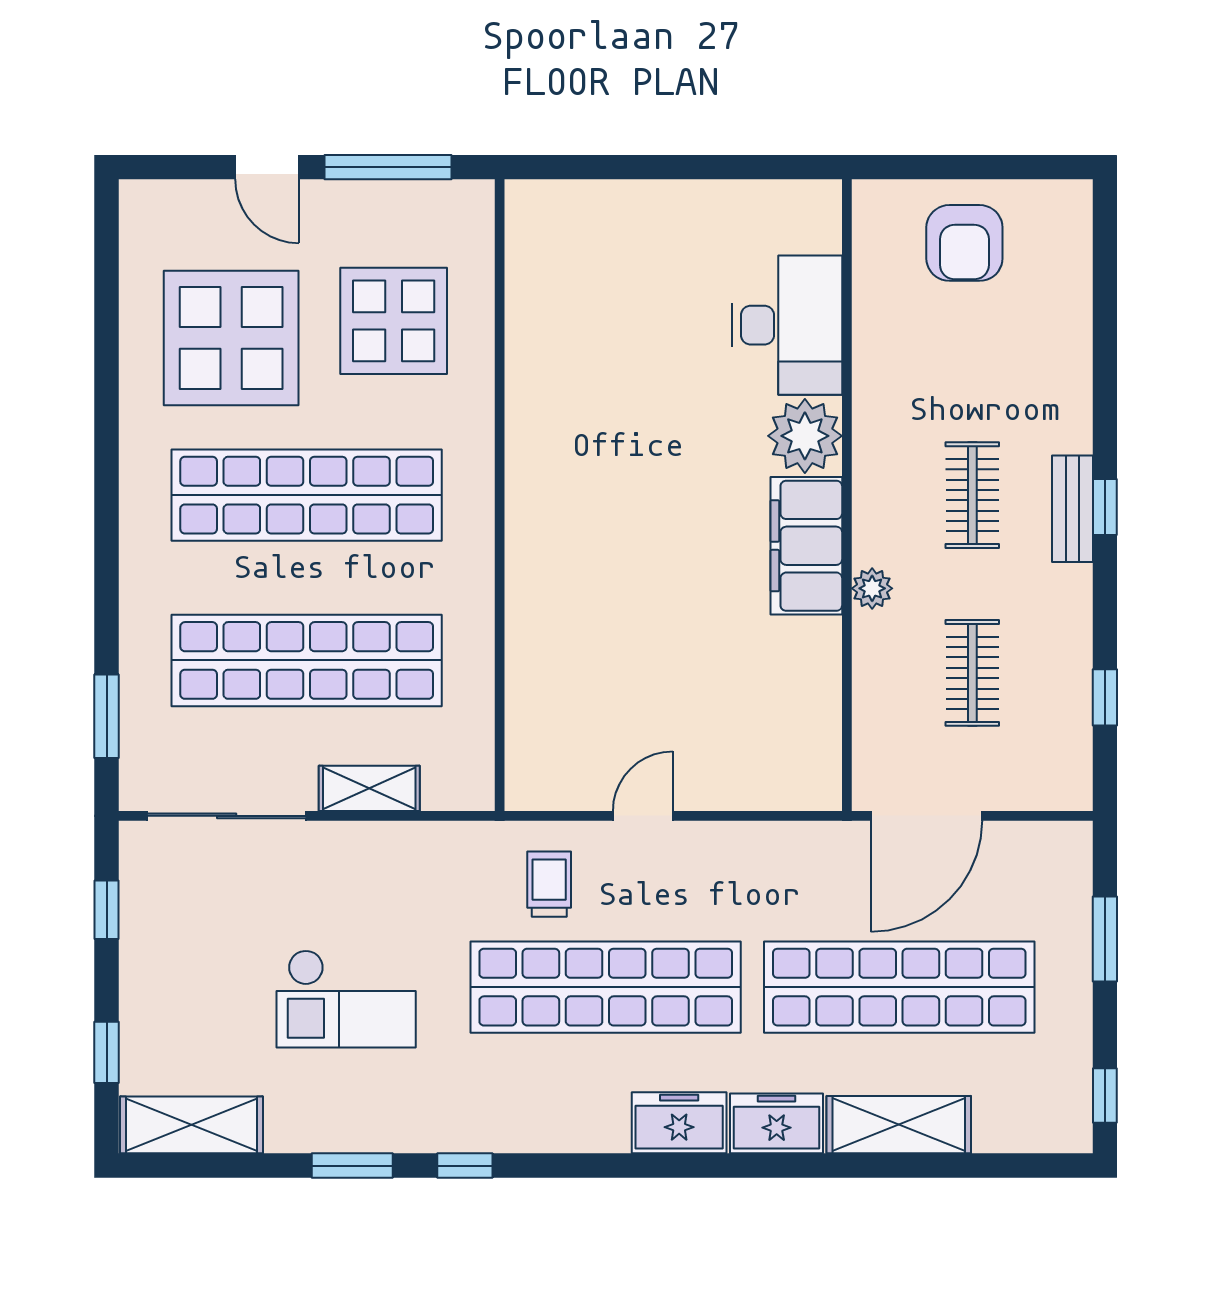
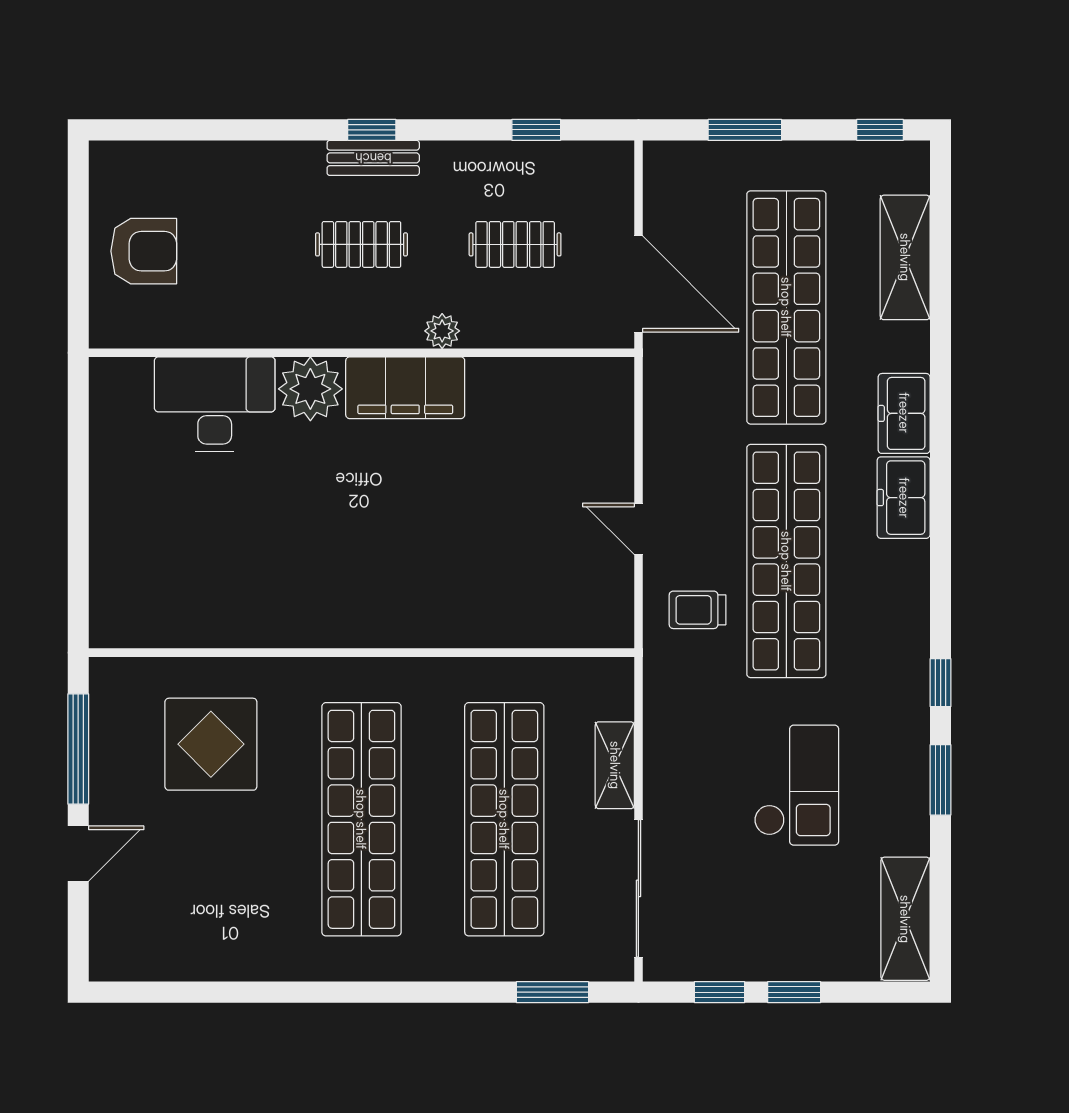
display table: (231, 338) -> (226, 885), removed
window: (107, 1052) -> (794, 992), moved
shelving: (899, 1125) -> (905, 257), moved

